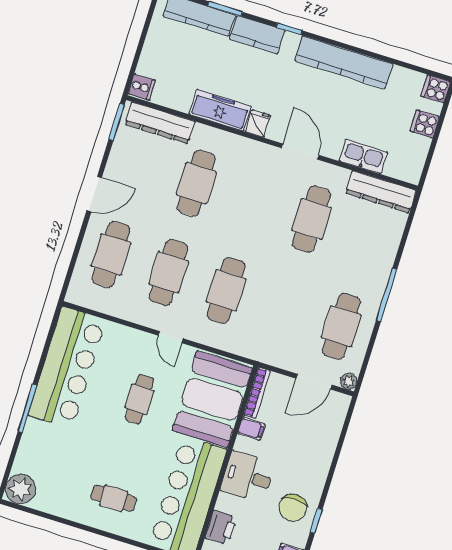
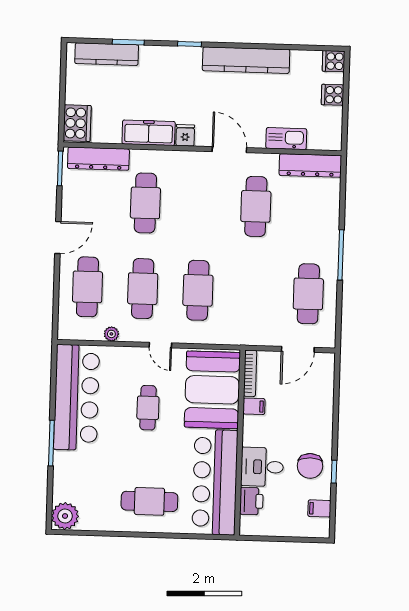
kitchen counter: (257, 35) -> (163, 57), removed
cooker: (142, 87) -> (77, 123), width x1.87, depth x1.31
plant: (349, 381) -> (111, 334), moved
desk: (248, 477) -> (262, 467), moved
cafe table: (114, 498) -> (149, 501), width x1.37, depth x1.35

